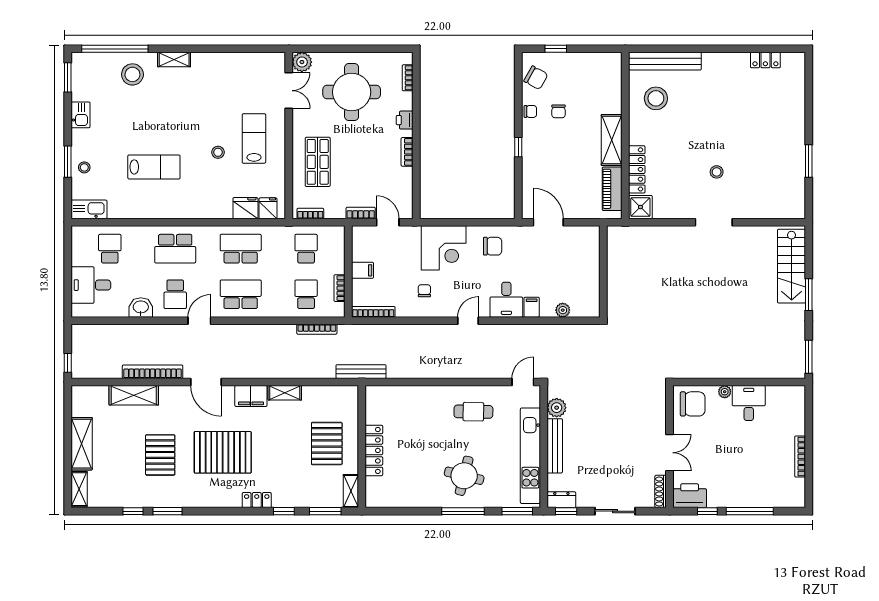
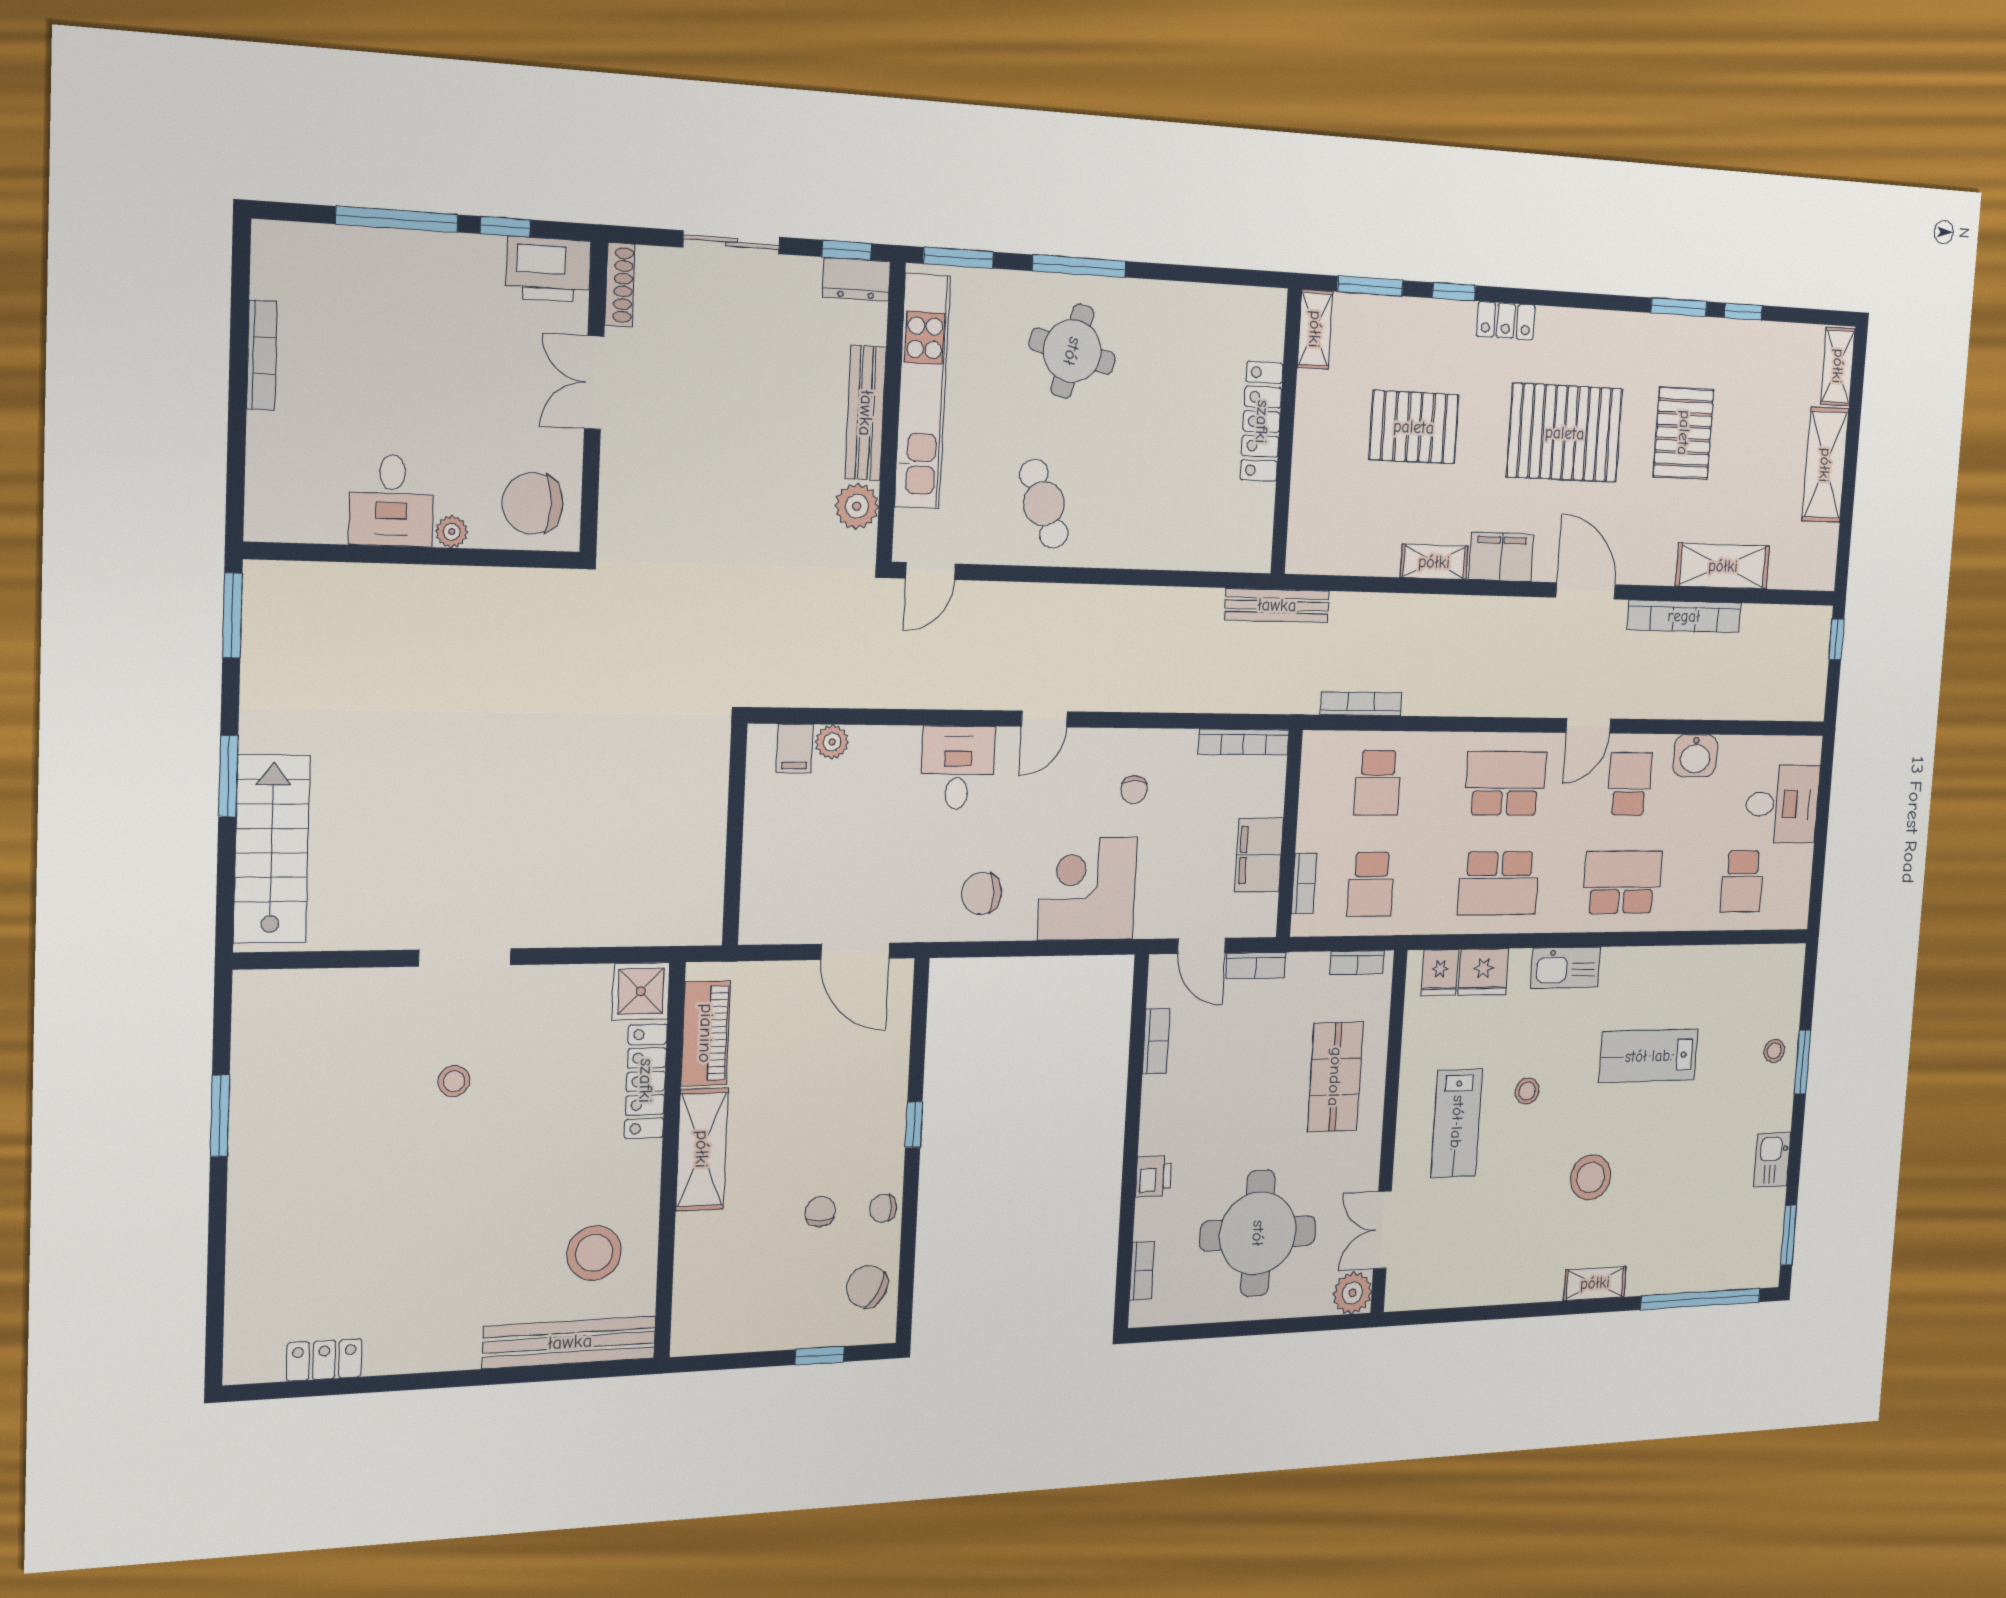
stool: (132, 74) -> (1591, 1177), moved
bookcase: (407, 152) -> (1156, 1041), moved
kitchen sink: (89, 209) -> (1565, 968), moved
filing cabinet: (362, 270) -> (1259, 855), width x2.00
bookcase: (339, 288) -> (1304, 884), moved
school desk: (241, 294) -> (1505, 783), turned 180
filing cabinet: (532, 307) -> (795, 749), moved
cafe table: (473, 412) -> (1044, 504), turned 66
pallet: (327, 444) -> (1414, 427), moved, turned 90

